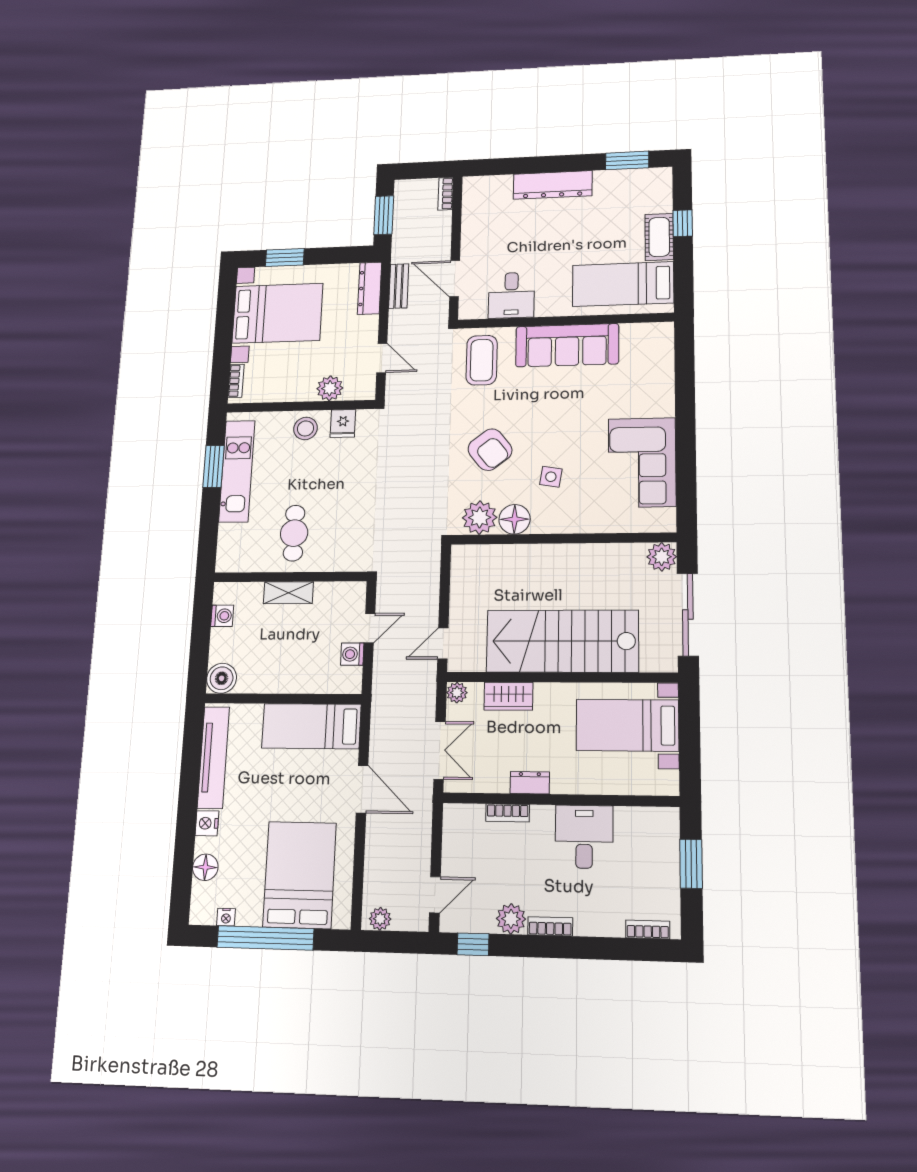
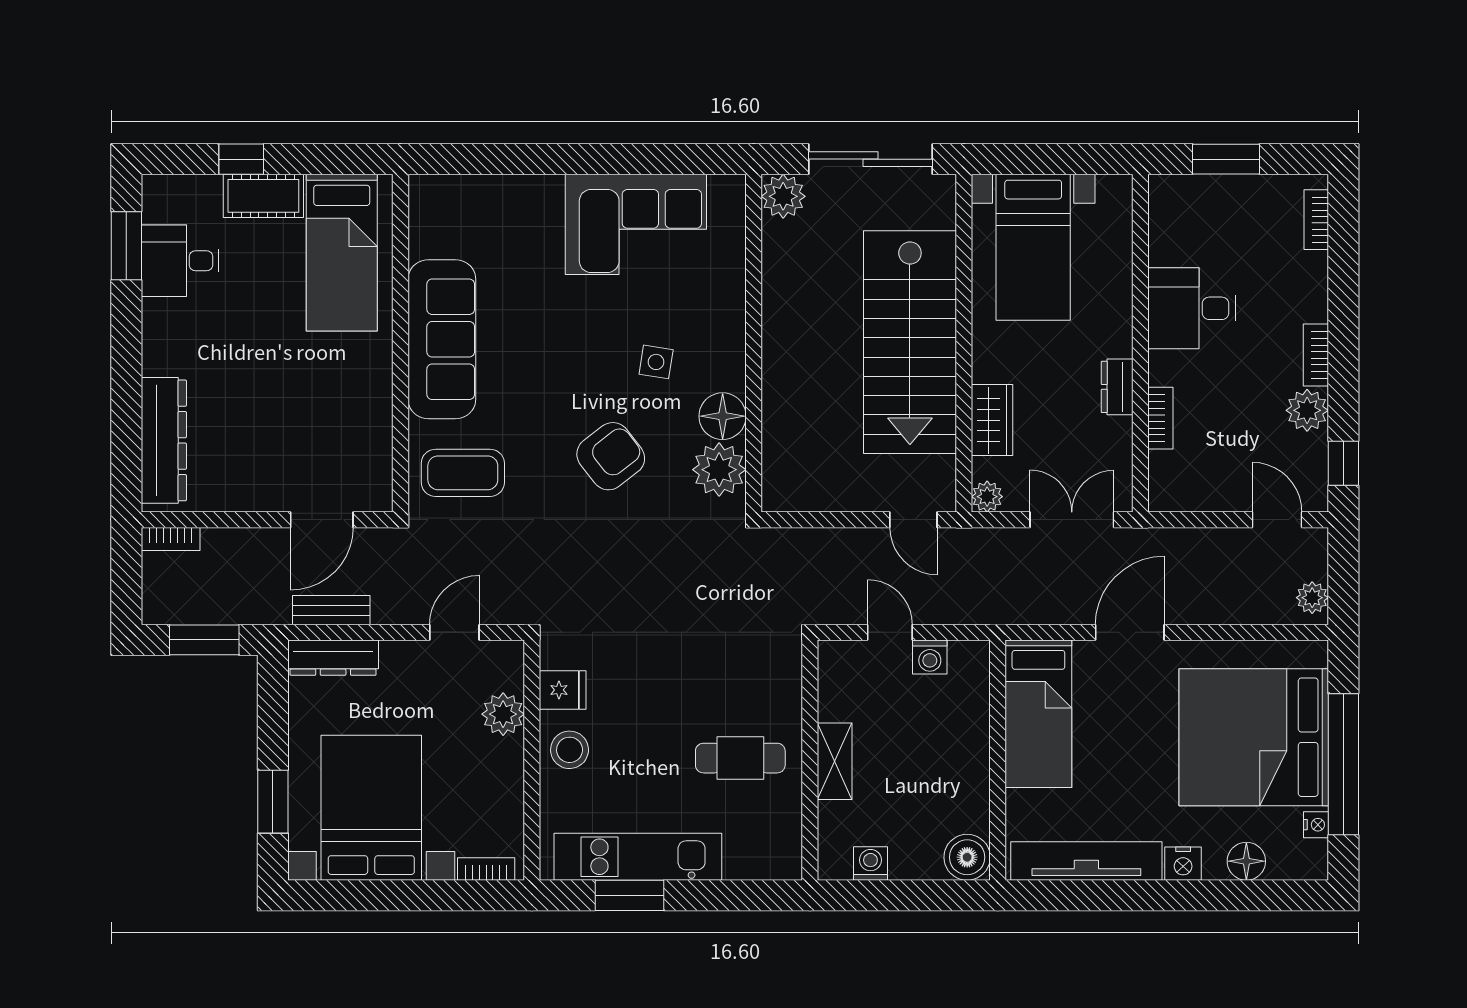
dresser: (553, 185) -> (164, 440), moved
desk: (511, 295) -> (180, 261), moved, turned 180
bed: (300, 875) -> (1254, 737), width x1.36

